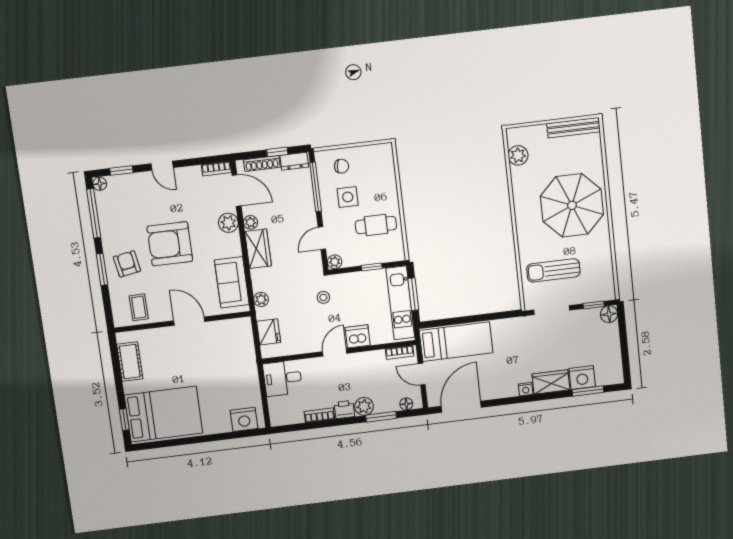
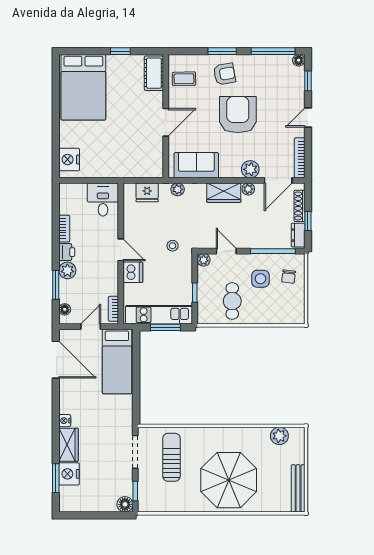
bookcase: (216, 169) -> (300, 158), width x1.56
cot: (130, 362) -> (154, 73), moved, turned 90
window: (124, 420) -> (120, 51), moved

